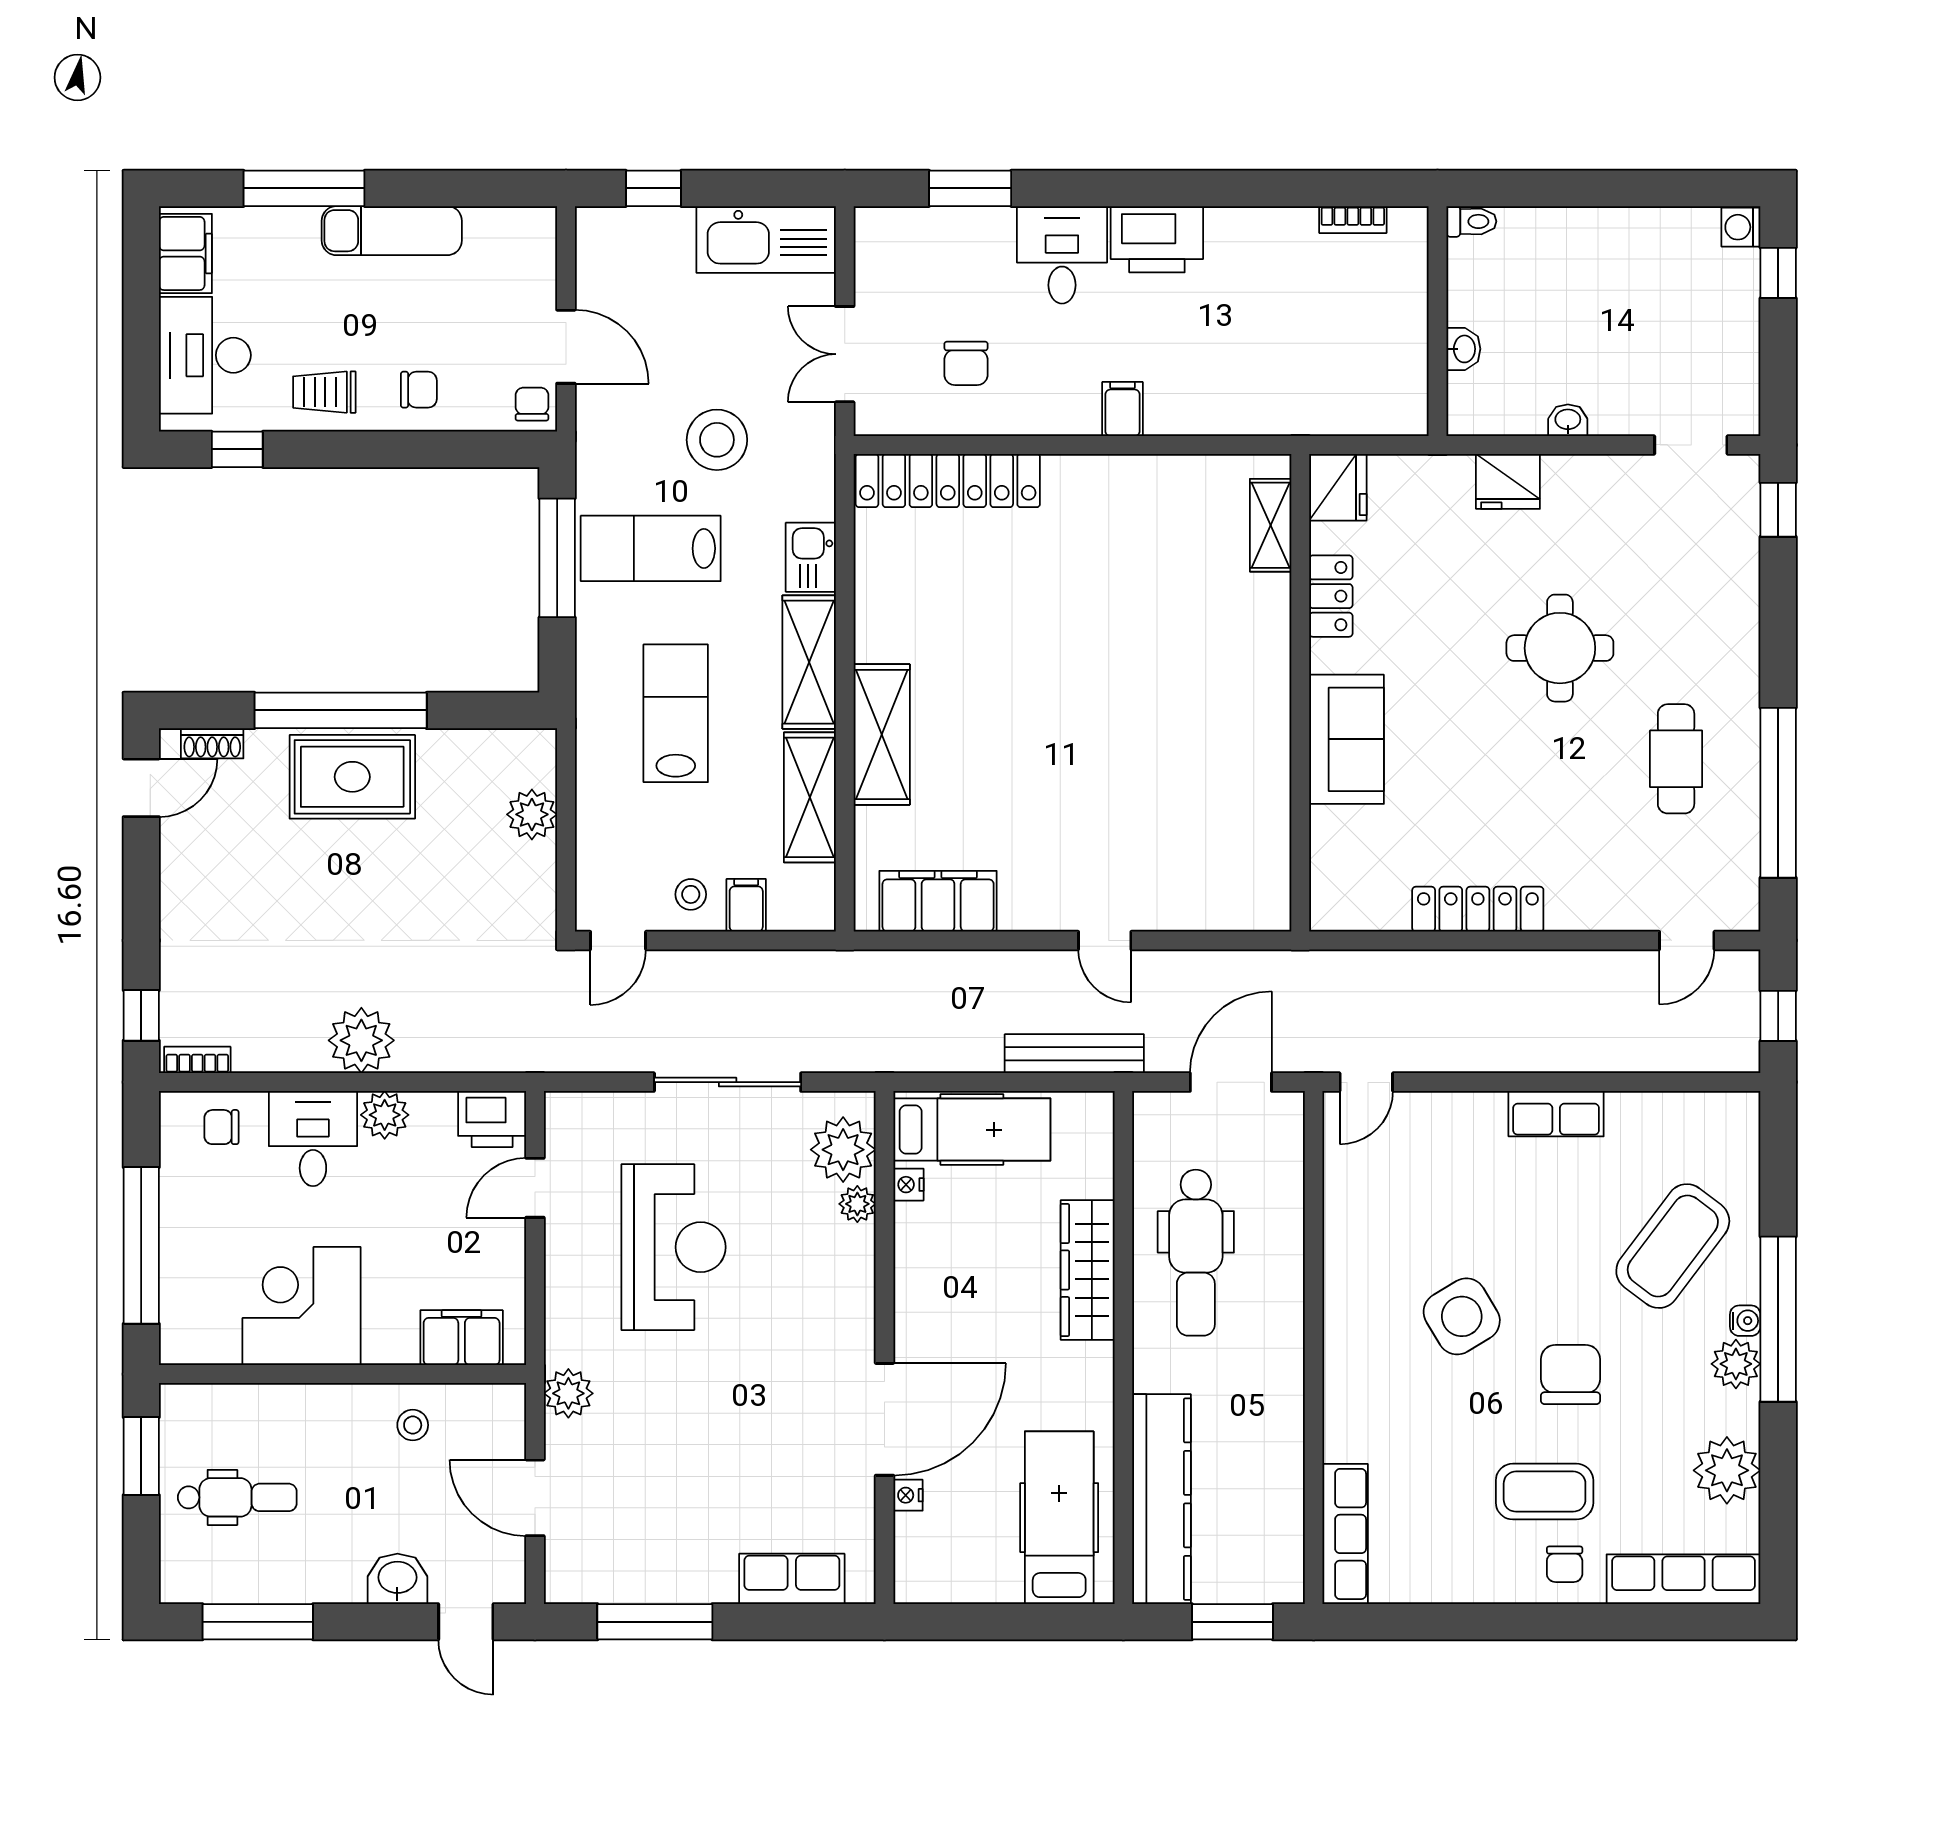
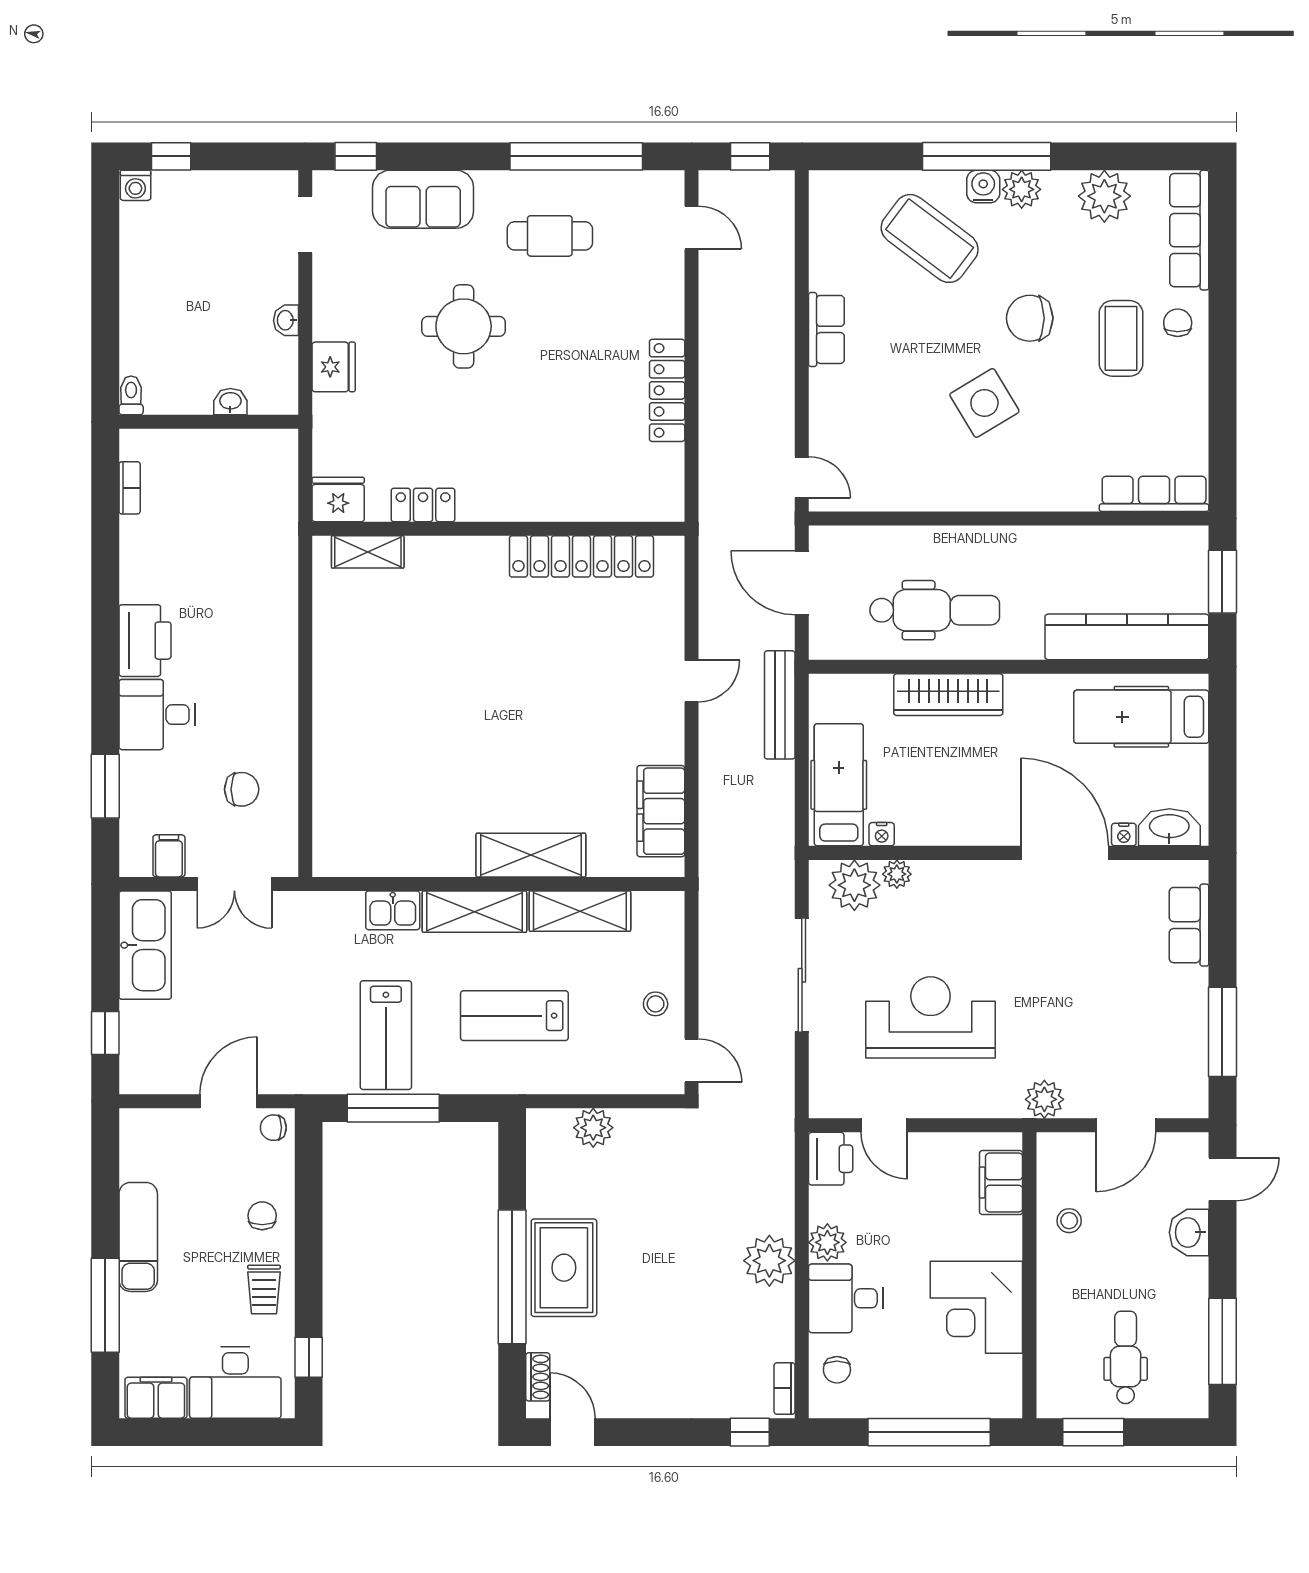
filing cabinet: (1123, 409) -> (169, 856), moved, turned 90
stool: (717, 440) -> (301, 983), removed
locker: (948, 481) -> (581, 556), moved, turned 90
sofa: (1347, 739) -> (423, 199), moved, turned 180
filing cabinet: (746, 905) -> (664, 961), removed
water cooler: (1745, 1321) -> (983, 187), width x1.38, depth x1.38
washbasin: (917, 1554) -> (1169, 827), added
chair: (1565, 1564) -> (1178, 323), turned -90

